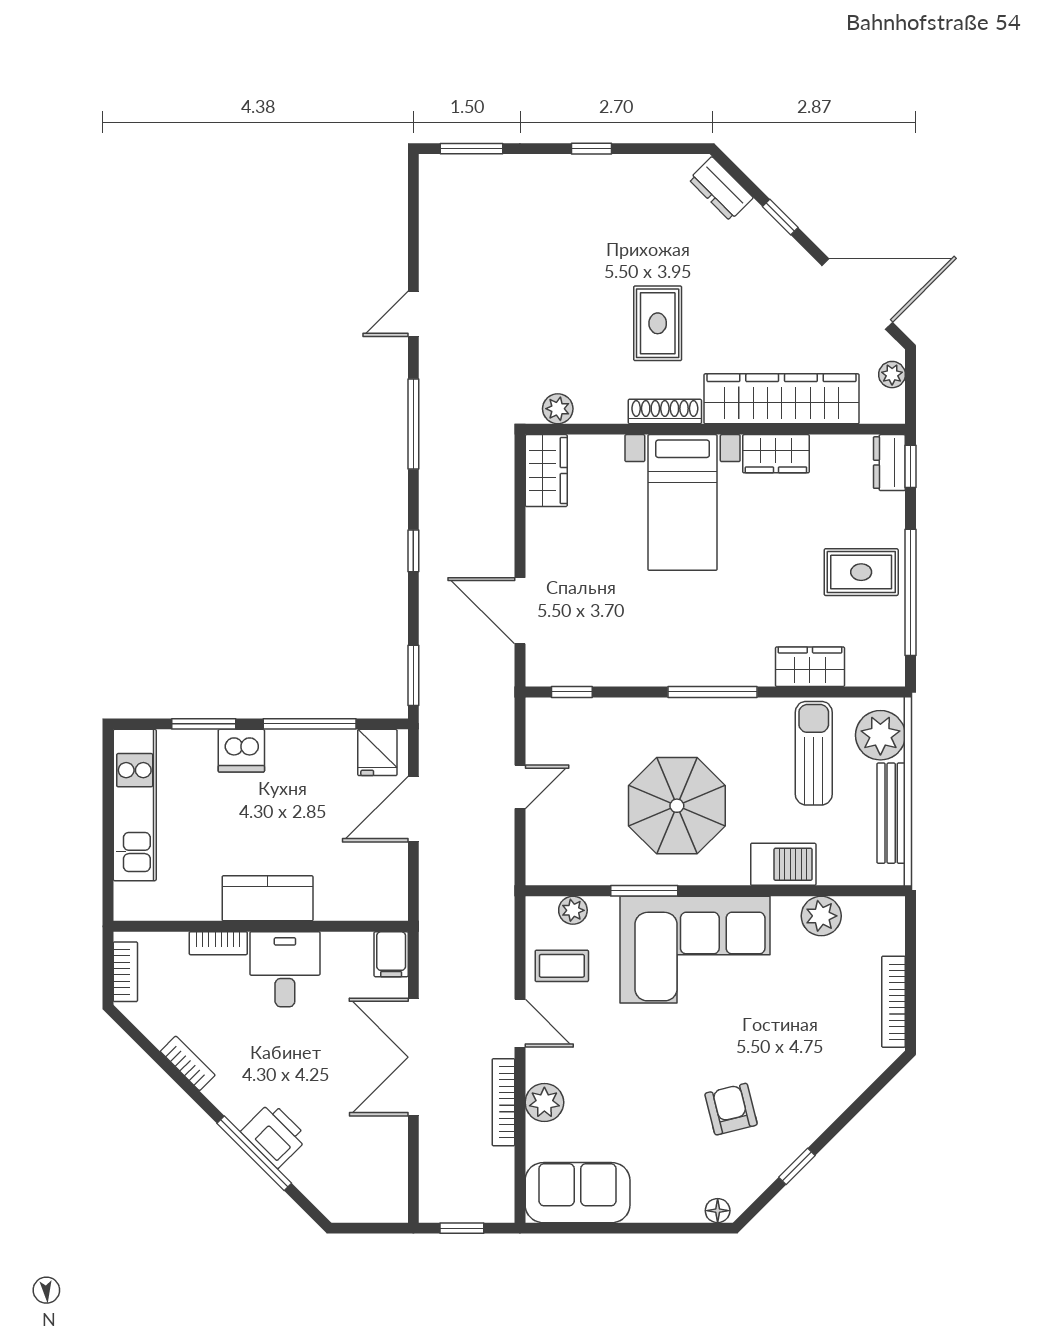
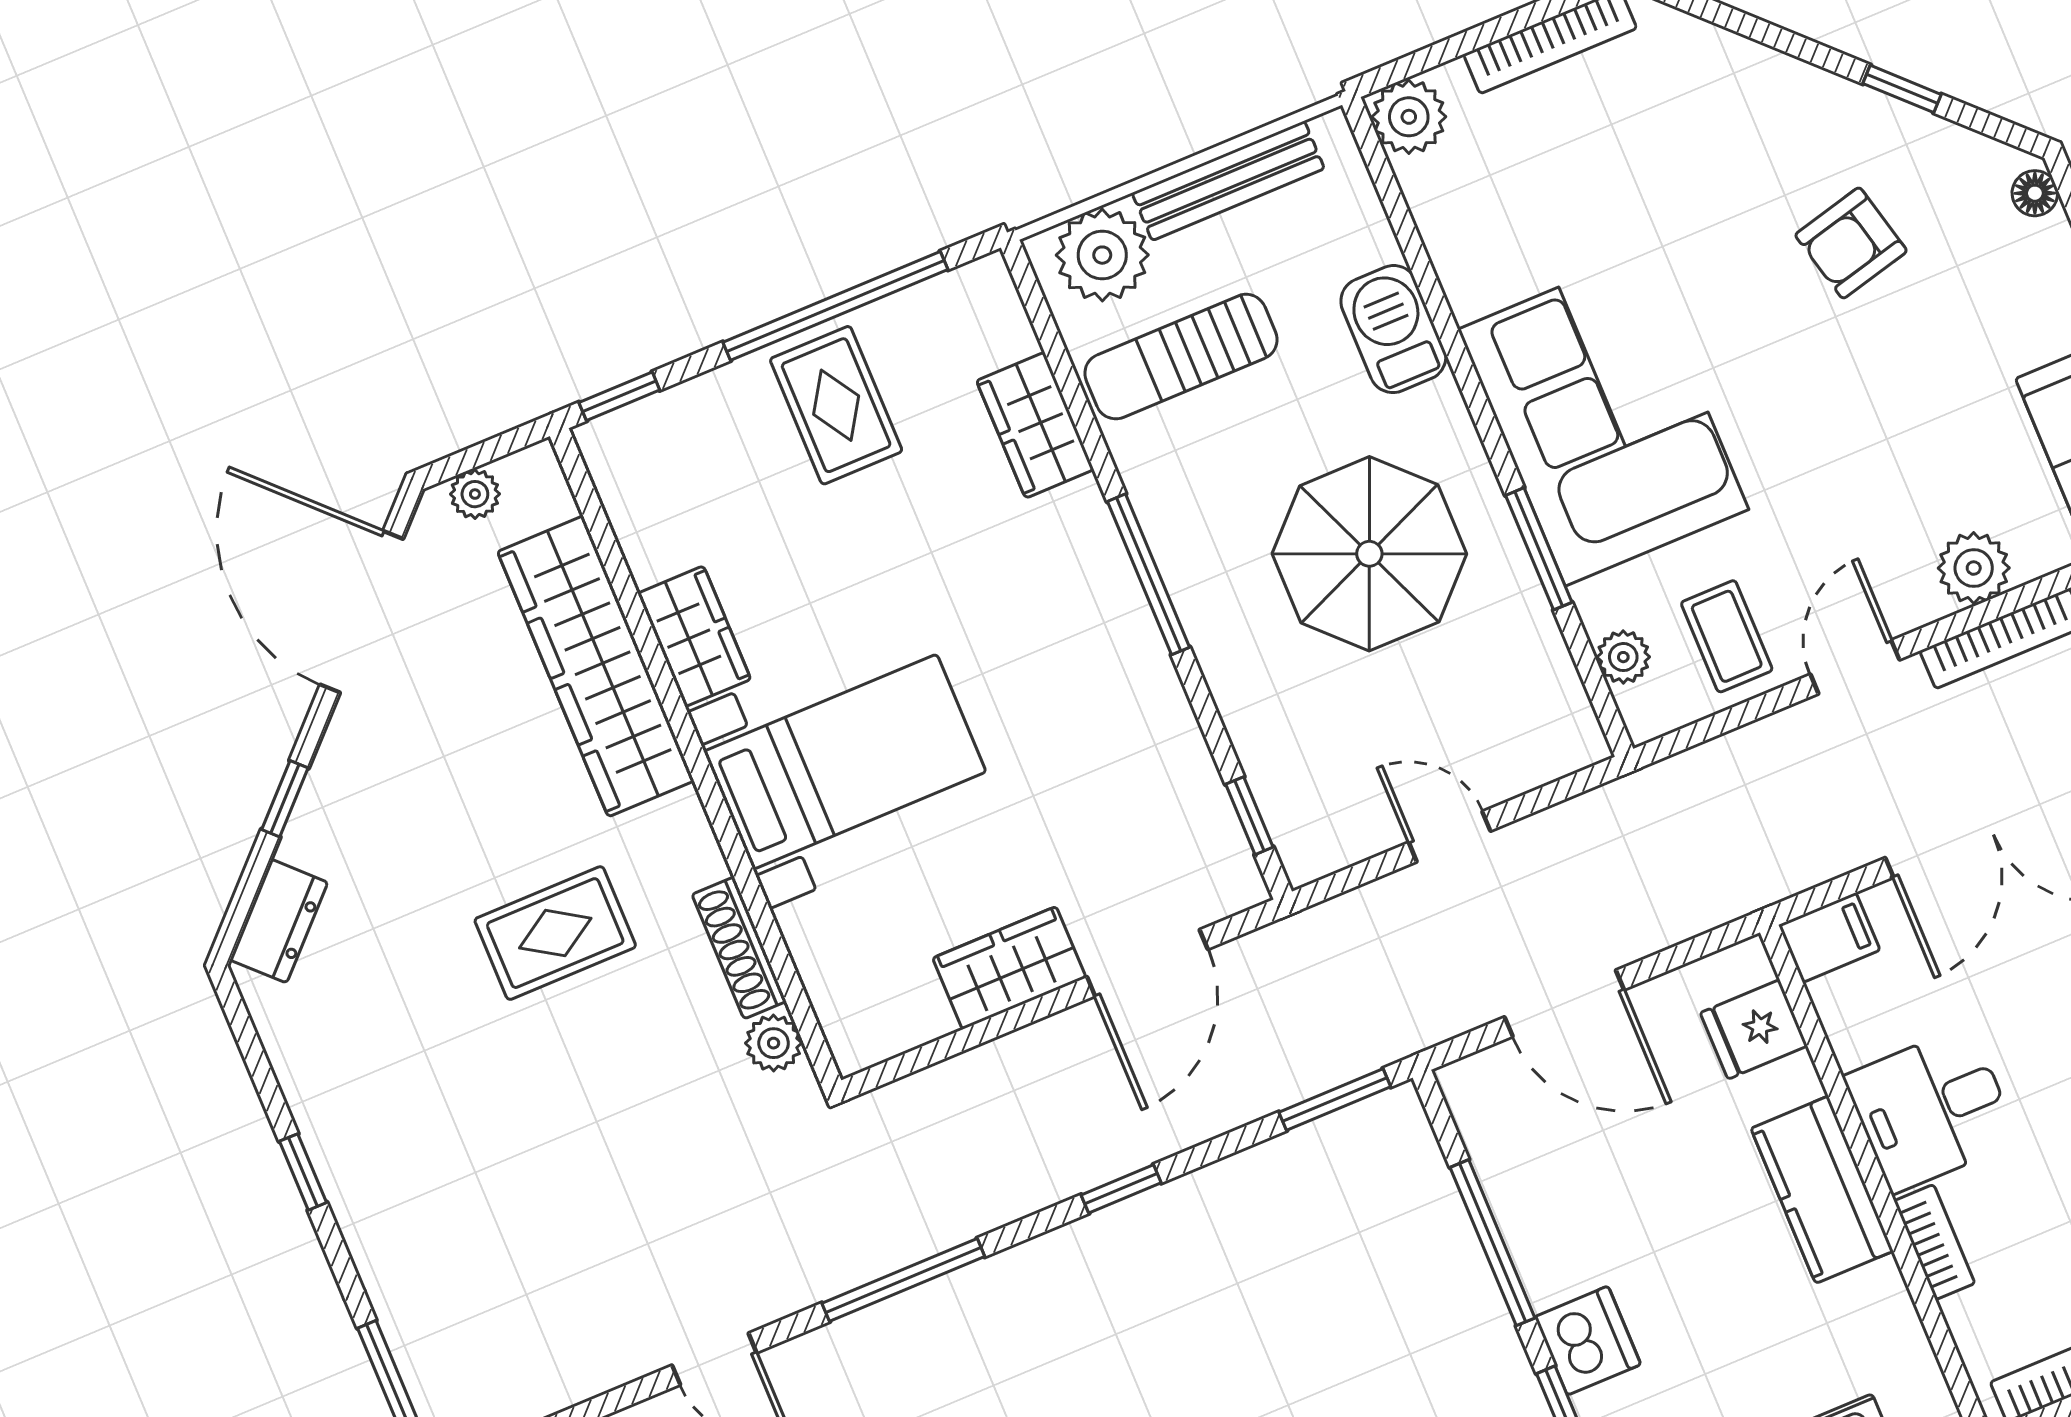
shoe rack: (665, 411) -> (739, 948), moved
dresser: (889, 463) -> (628, 435), removed
wardrobe: (546, 471) -> (1009, 968), moved
fridge: (377, 752) -> (1754, 1029), moved, turned 180
plant: (821, 916) -> (1409, 117), moved

